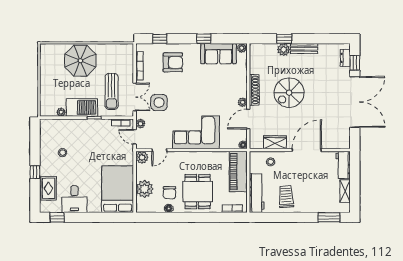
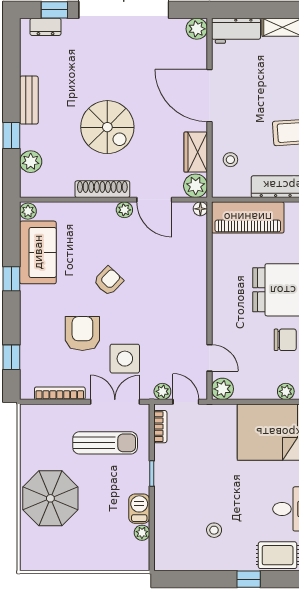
plant: (284, 50) -> (31, 162), moved
armchair: (173, 62) -> (82, 333), moved
armchair: (203, 93) -> (108, 281), added
barbecue: (82, 107) -> (139, 509), width x0.53, depth x0.65
corner sofa: (196, 132) -> (178, 292), removed
door: (135, 137) -> (186, 402), swing flipped
plant: (256, 142) -> (196, 186), added
plant: (344, 143) -> (197, 29), added
plant: (145, 189) -> (286, 391), width x0.53, depth x0.53

